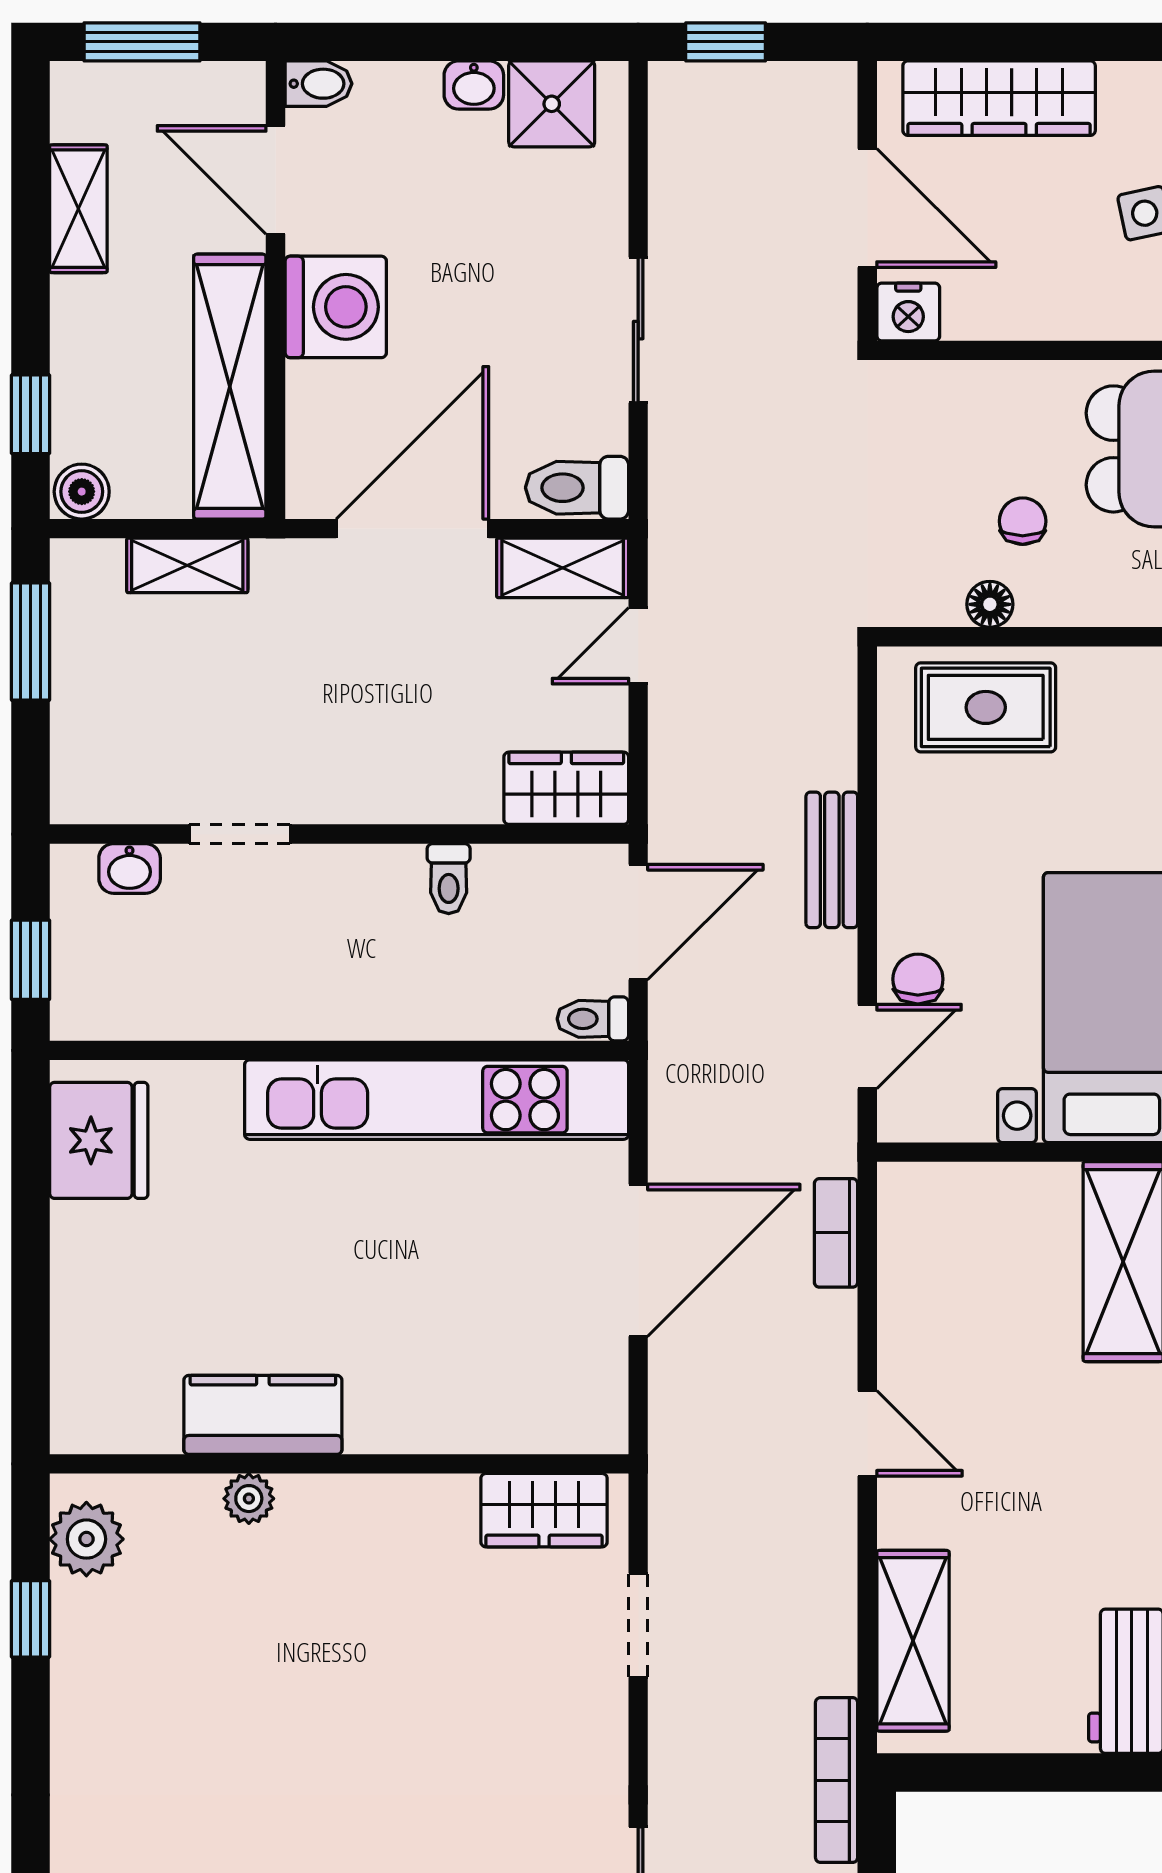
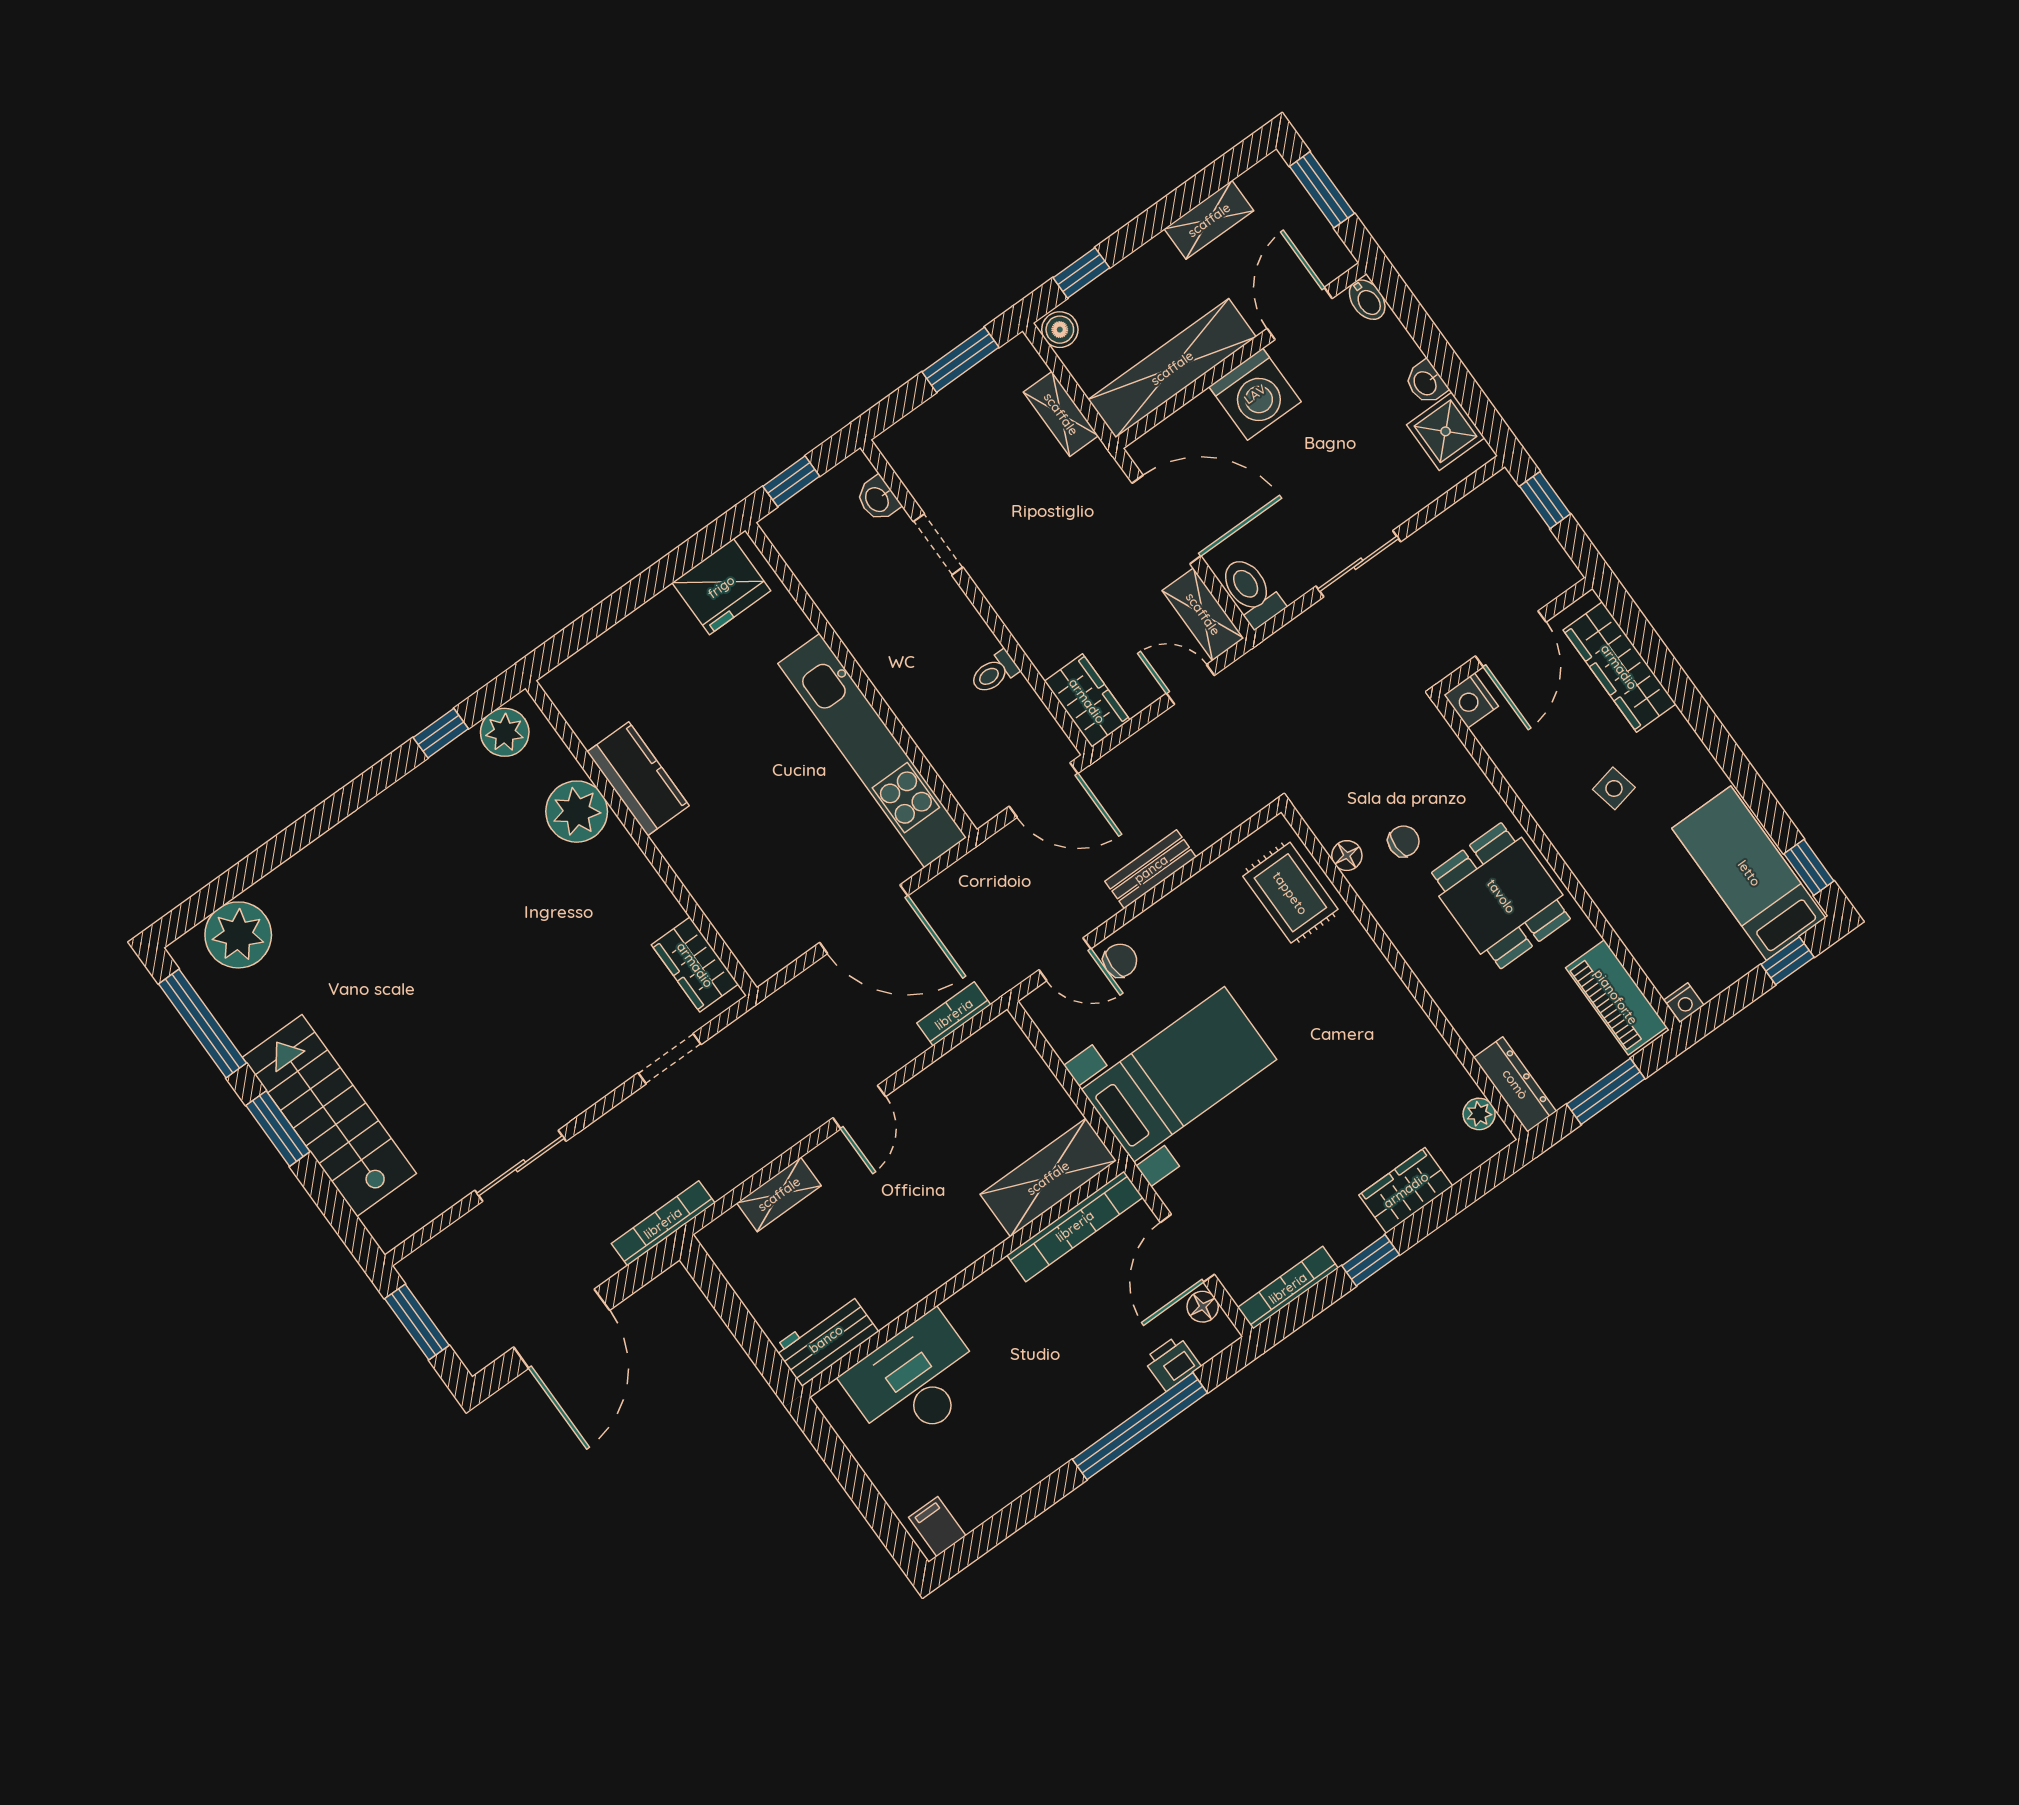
toilet: (593, 1019) -> (975, 803), removed
plant: (249, 1499) -> (577, 812), width x1.87, depth x1.87
shelving: (913, 1641) -> (779, 1194), width x0.67, depth x0.75

